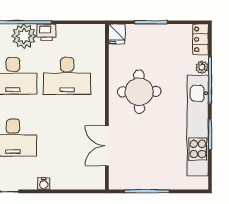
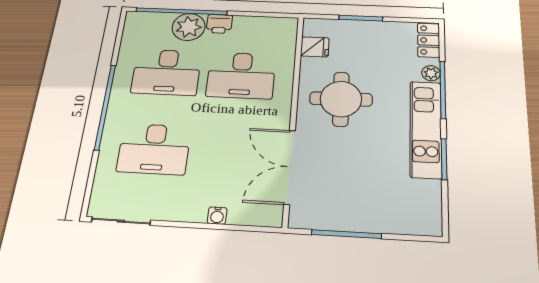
fridge: (117, 34) -> (315, 47), moved, turned -90
kitchen unit: (198, 126) -> (426, 129), width x0.73
double door: (107, 146) -> (290, 167), width x1.37
water cooler: (44, 184) -> (217, 216), moved

